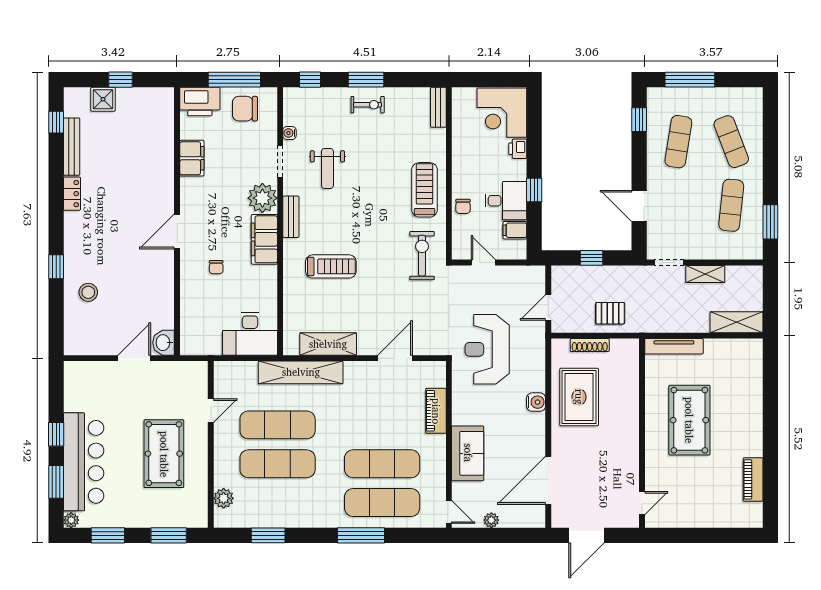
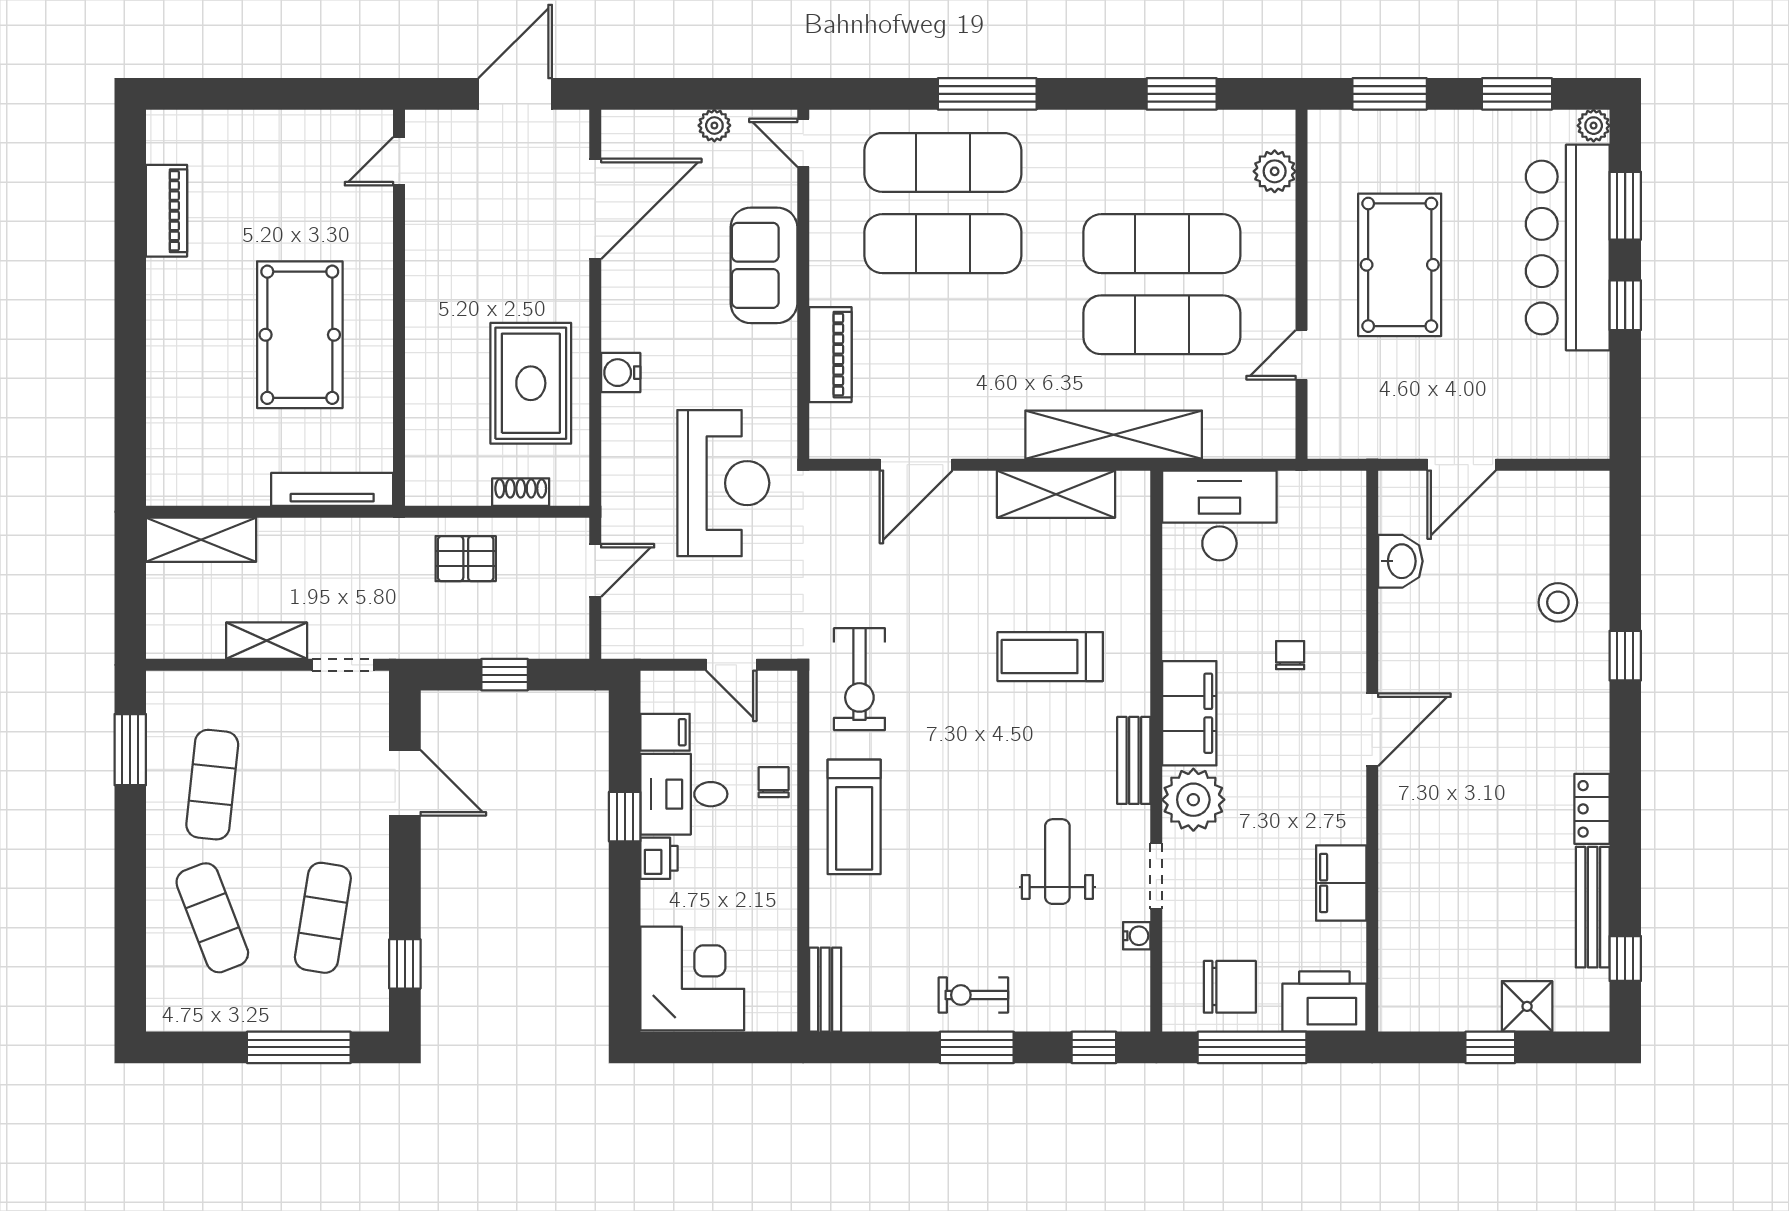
printer: (518, 149) -> (659, 858), moved
washbasin: (164, 343) -> (1400, 561), moved
shoe rack: (590, 345) -> (521, 492), width x0.70

